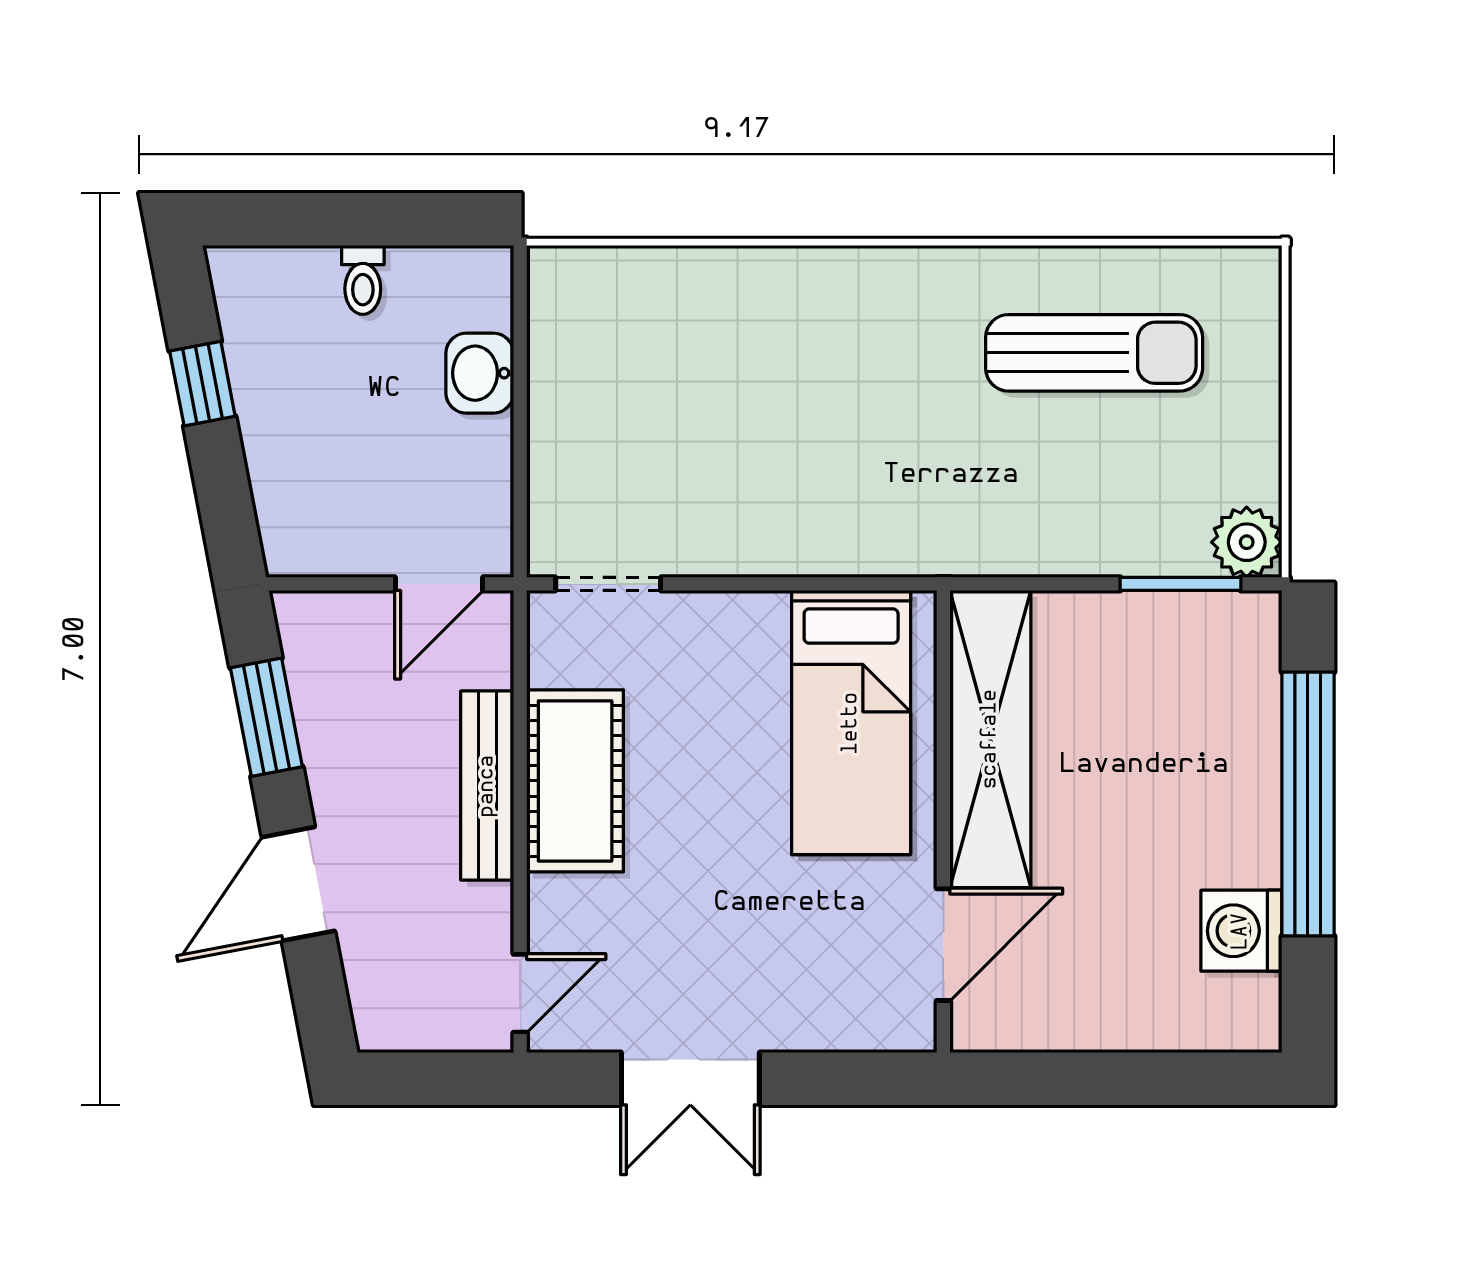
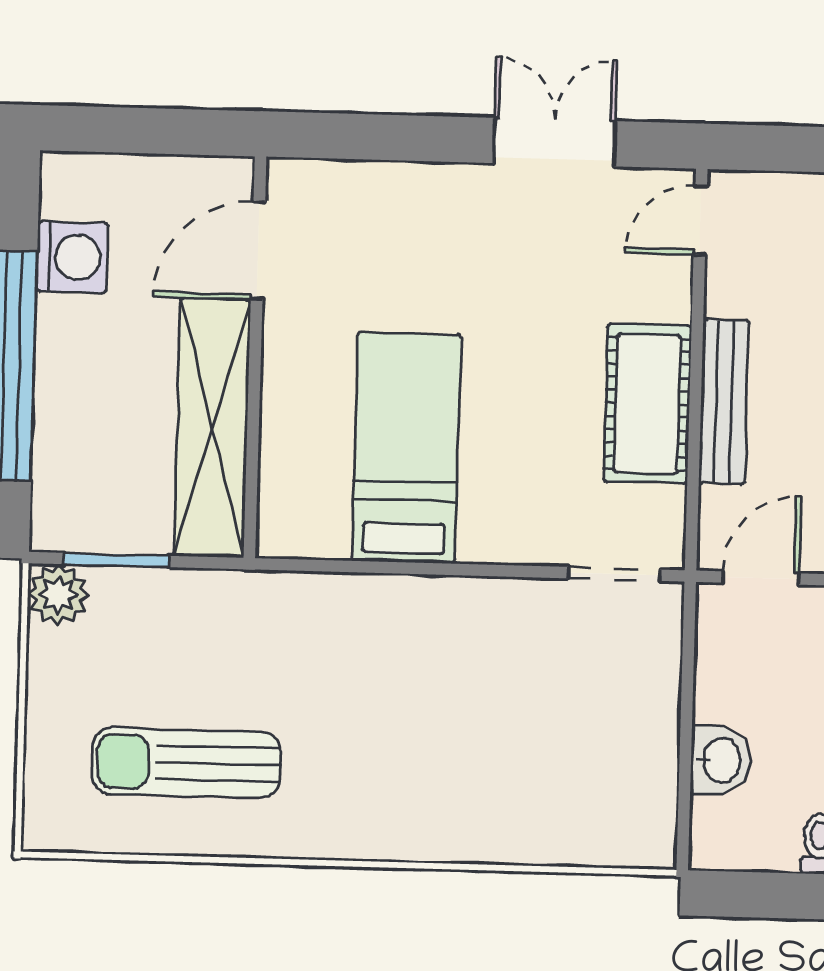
shelving: (990, 739) -> (212, 428), moved
wall: (943, 822) -> (255, 357), moved
door: (943, 945) -> (258, 250), moved

